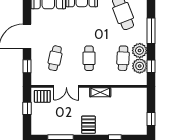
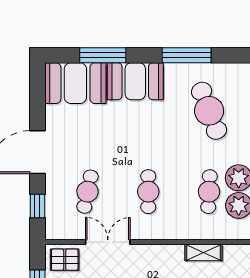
double door: (66, 86) -> (108, 242), swing flipped
shelving: (100, 92) -> (204, 253), moved

